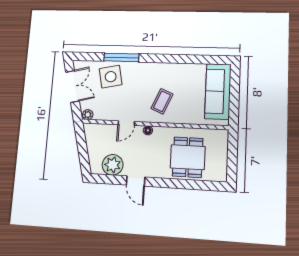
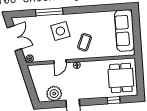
side table: (111, 77) -> (60, 31), moved
dining table: (188, 157) -> (121, 78), moved
window: (192, 185) -> (114, 100), added

